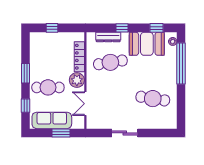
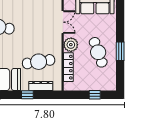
cafe table: (48, 87) -> (98, 52), moved, turned 70
window: (25, 106) -> (120, 20), removed

